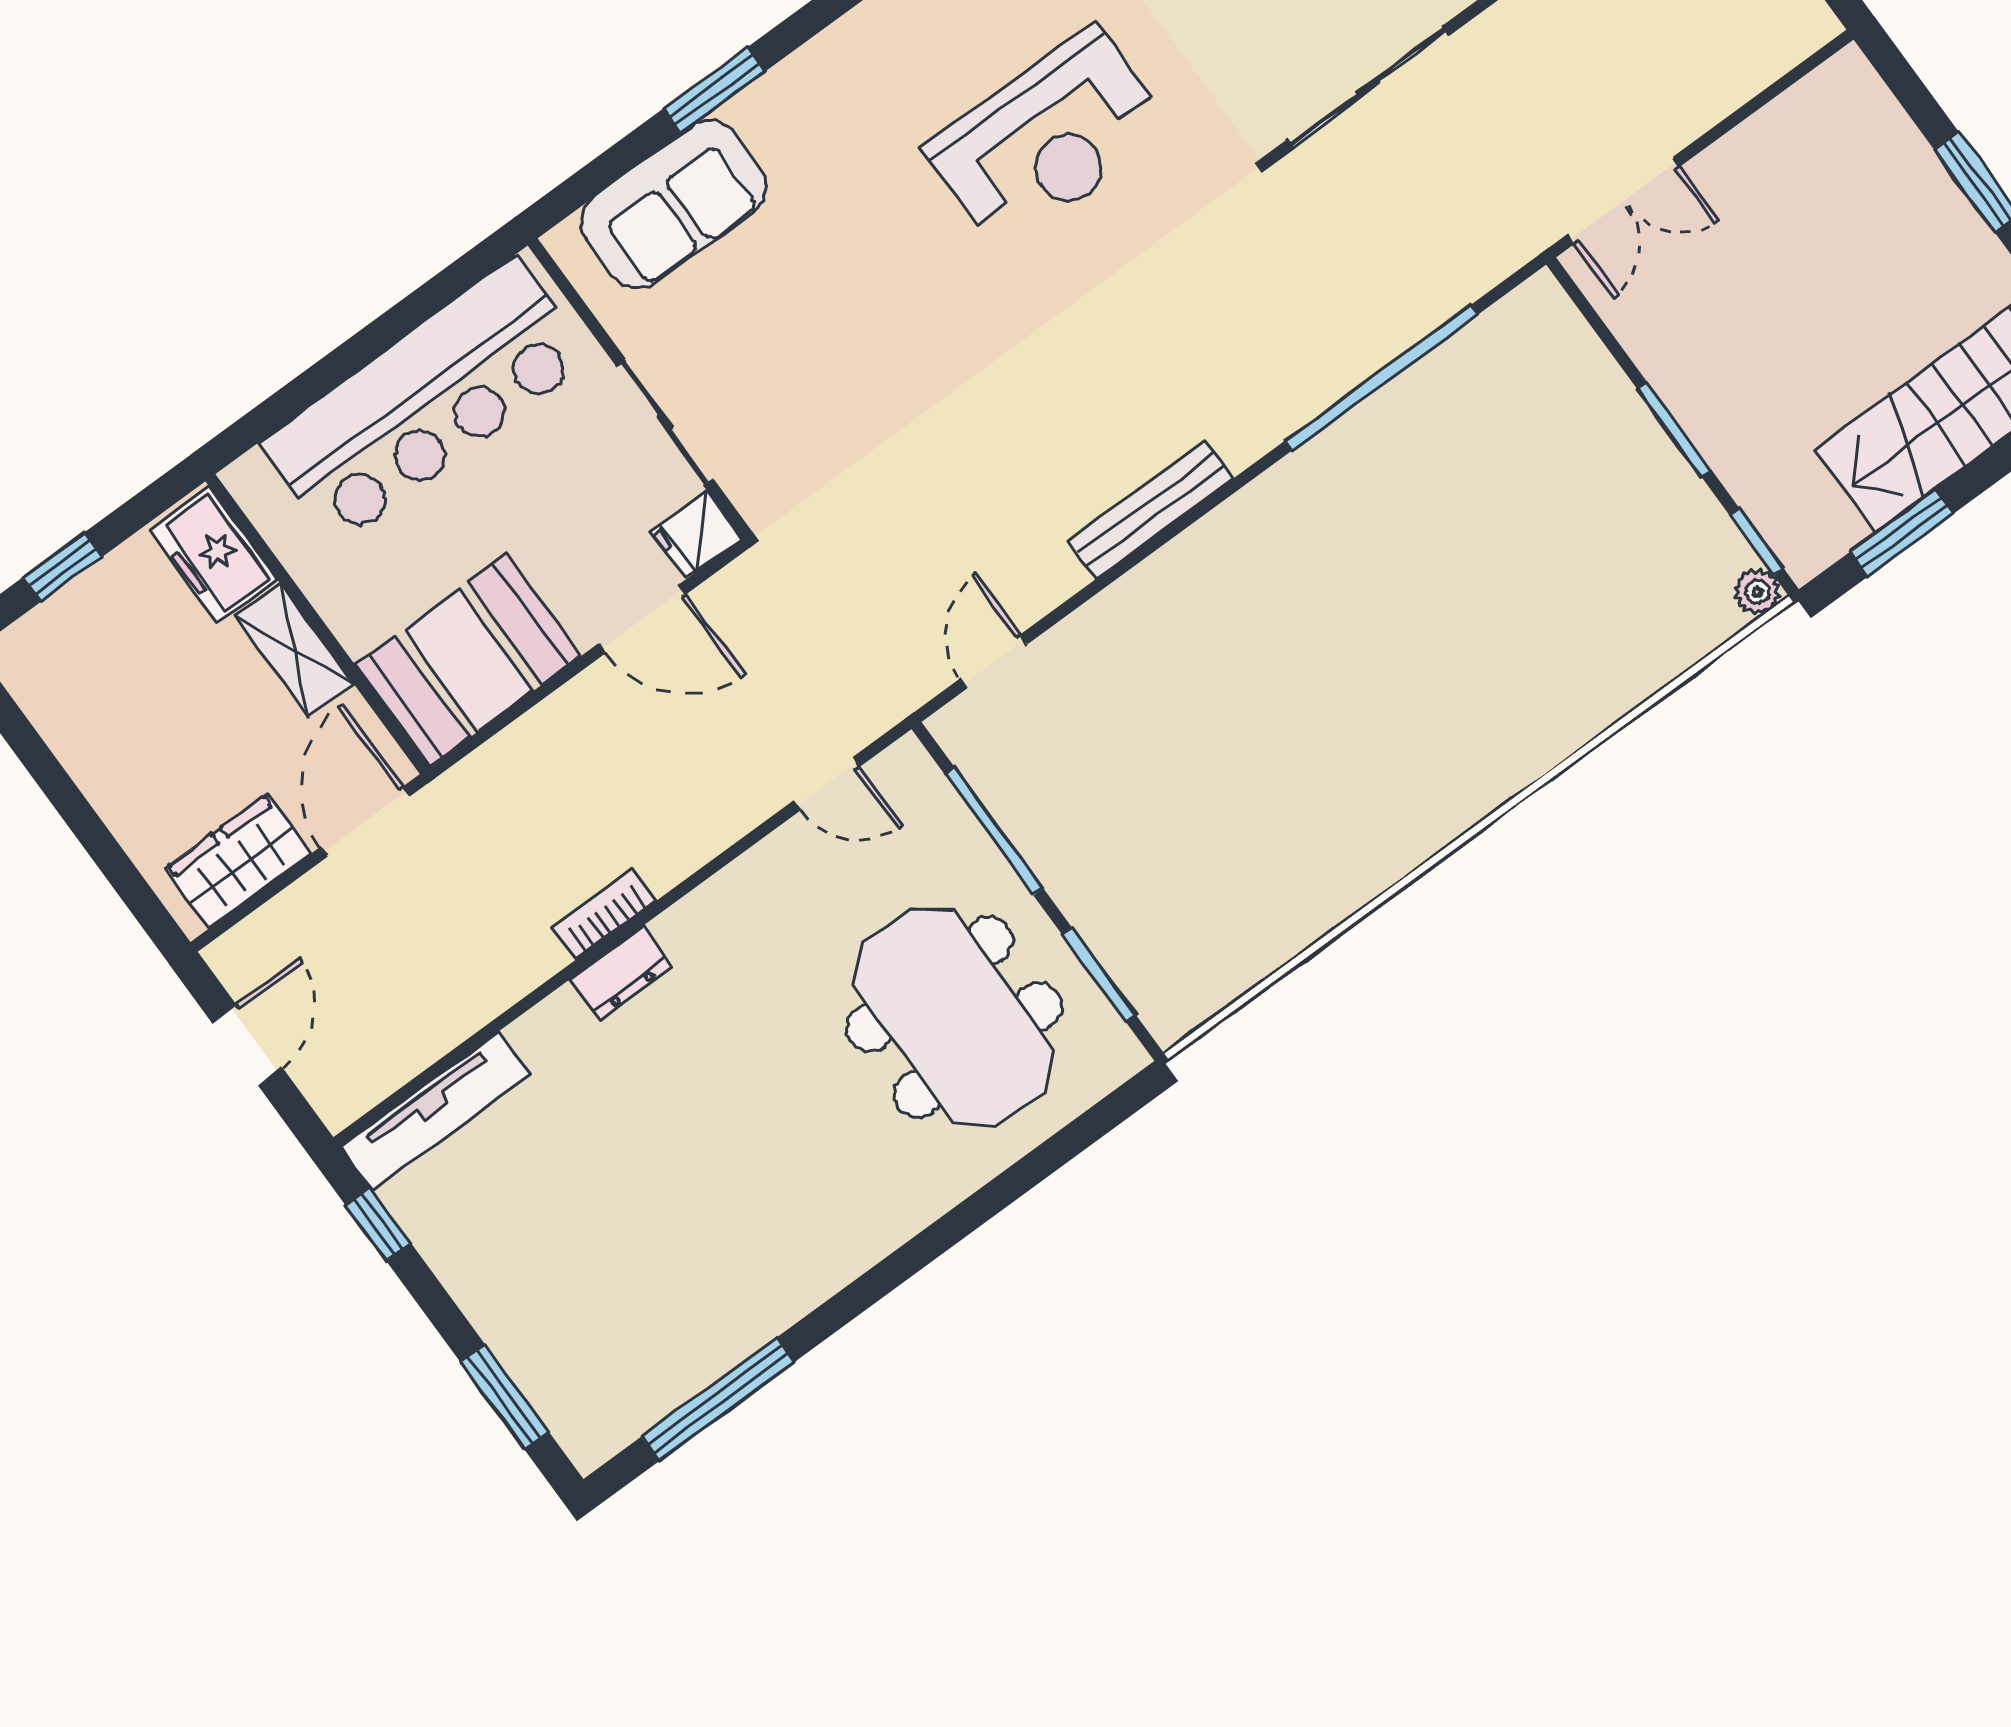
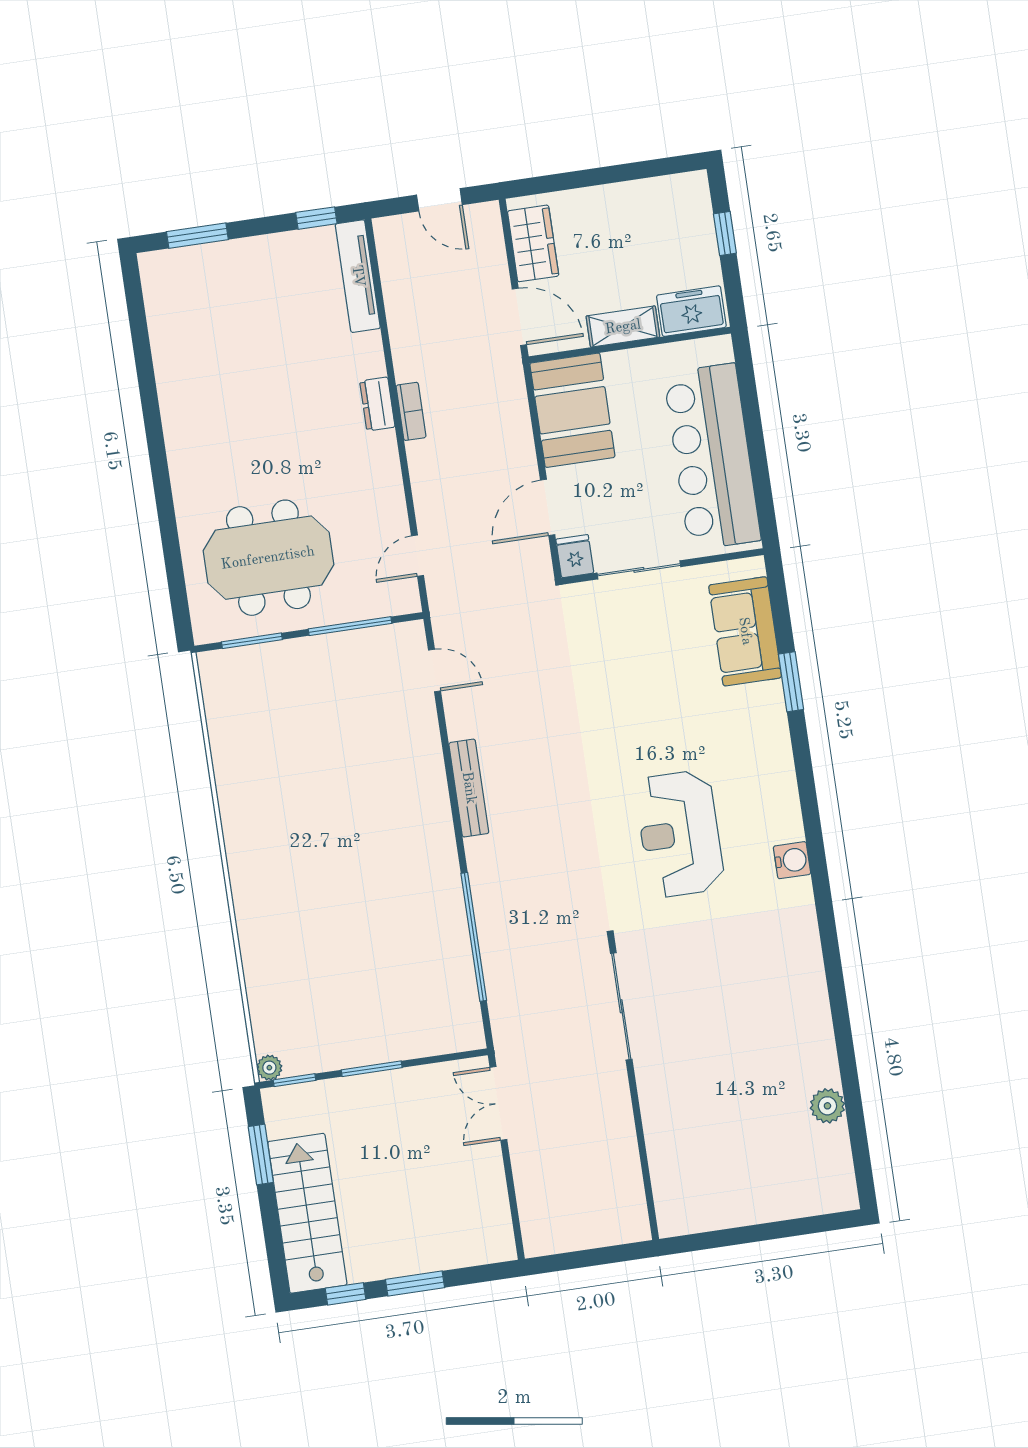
window: (718, 1399) -> (141, 341), removed

